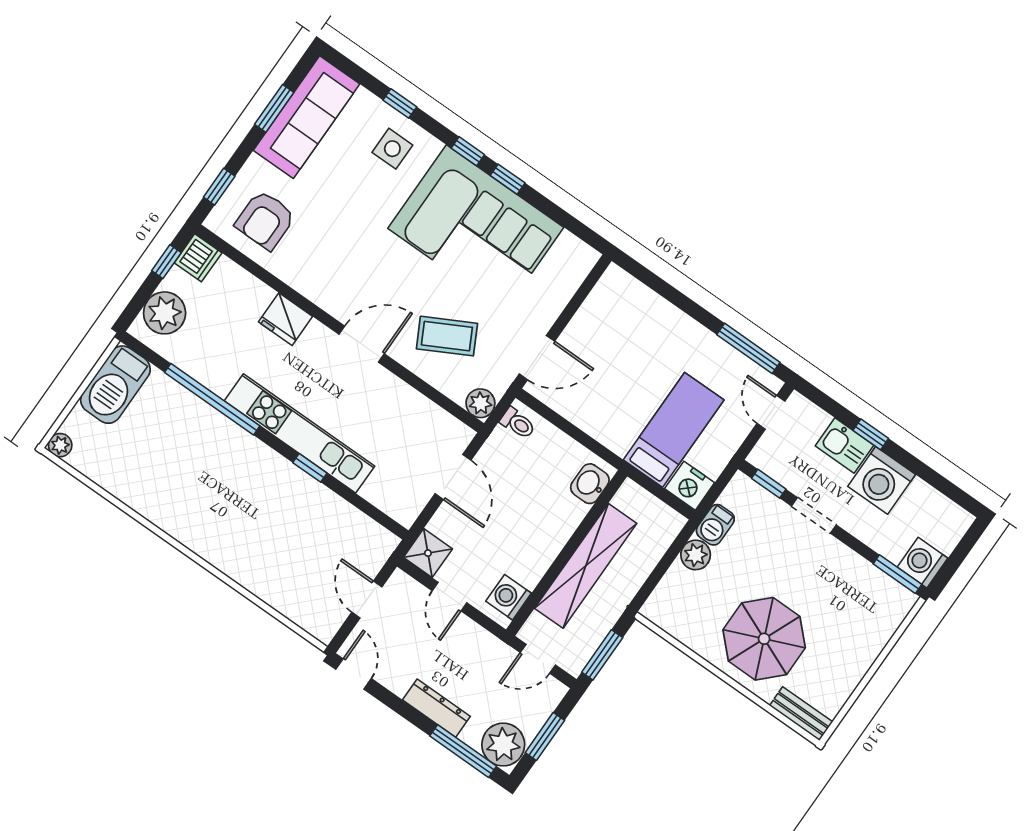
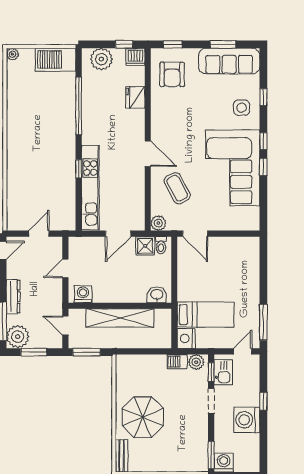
armchair: (265, 220) -> (172, 74), turned -90
fridge: (285, 319) -> (135, 97), moved
kitchen unit: (299, 433) -> (90, 188), moved
kitchen sink: (844, 446) -> (223, 372), moved, turned 180
shower: (428, 553) -> (145, 246), moved
plant: (696, 555) -> (196, 362), moved

